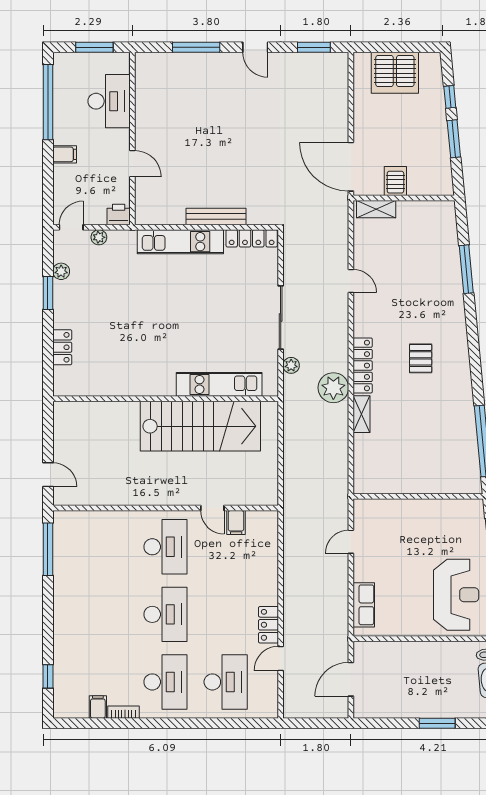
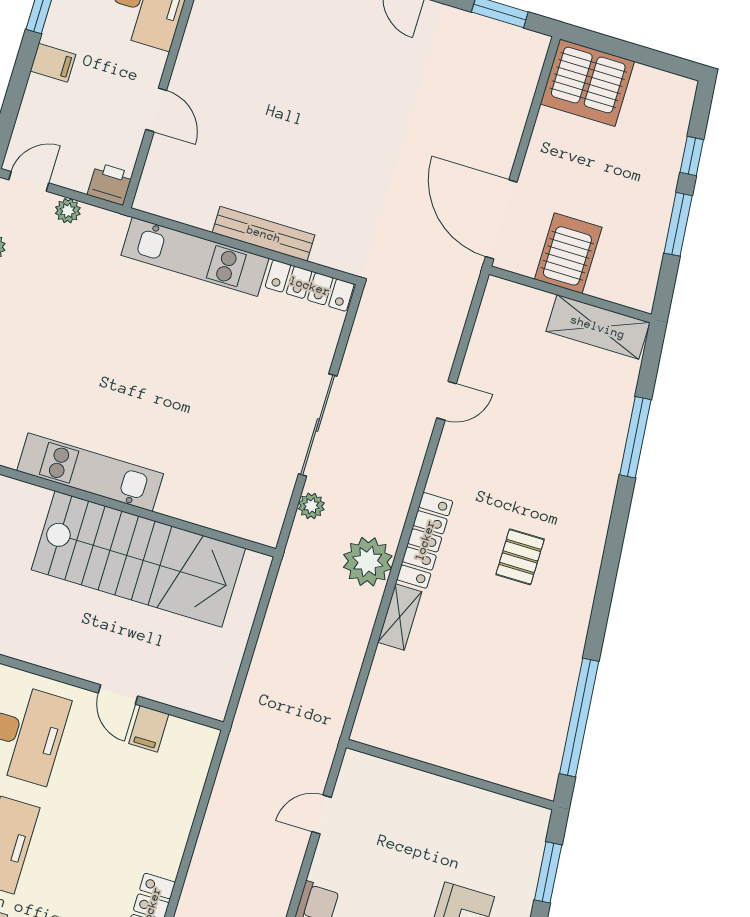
server rack: (395, 73) -> (587, 83), moved
server rack: (395, 181) -> (568, 253), width x1.36, depth x1.44
shelving: (376, 209) -> (598, 327), moved, width x1.50, depth x1.33
door: (351, 281) -> (447, 401), hinge flipped
kitchen unit: (219, 384) -> (90, 472), moved

